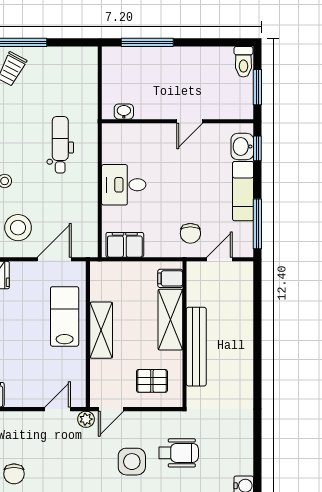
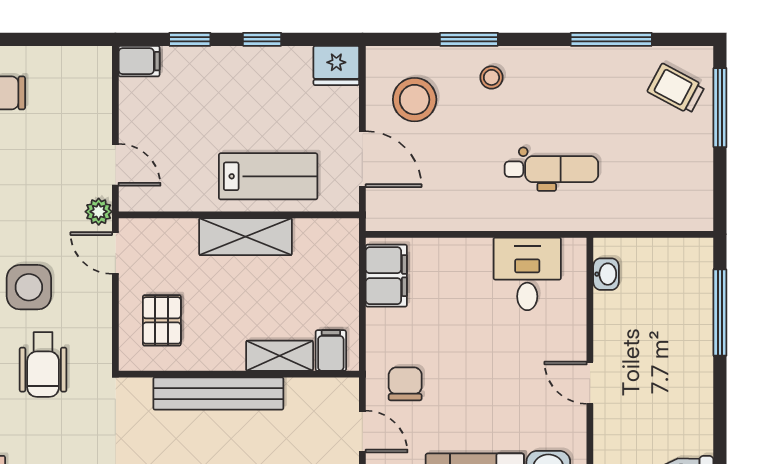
desk: (124, 185) -> (527, 274), moved
chair: (190, 233) -> (405, 384), turned 90
shelving: (170, 320) -> (280, 356), width x0.67, depth x0.75

